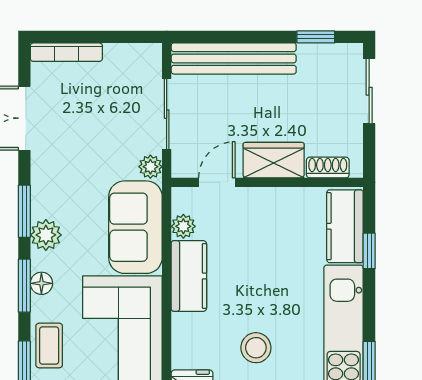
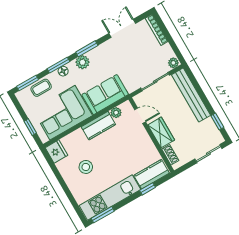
plant: (150, 167) -> (173, 63), moved

